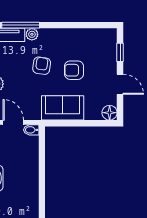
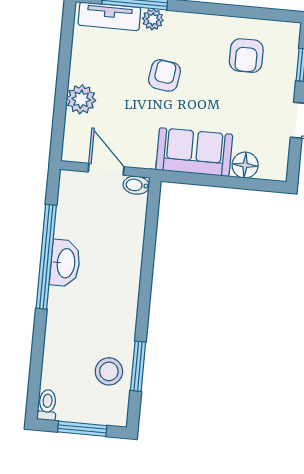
armchair: (74, 70) -> (246, 56), moved, turned -90
floor lamp: (110, 113) -> (245, 165), moved

